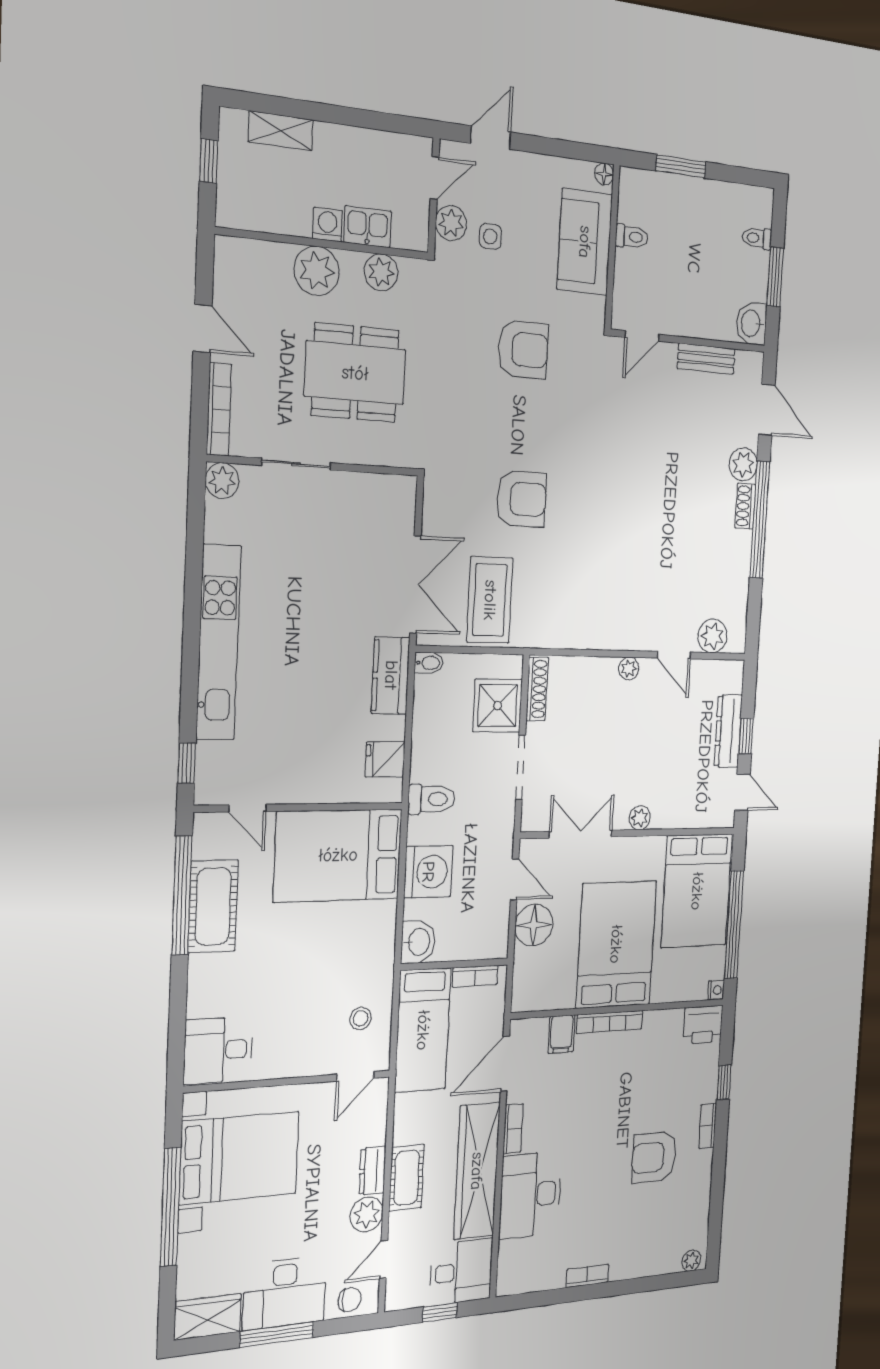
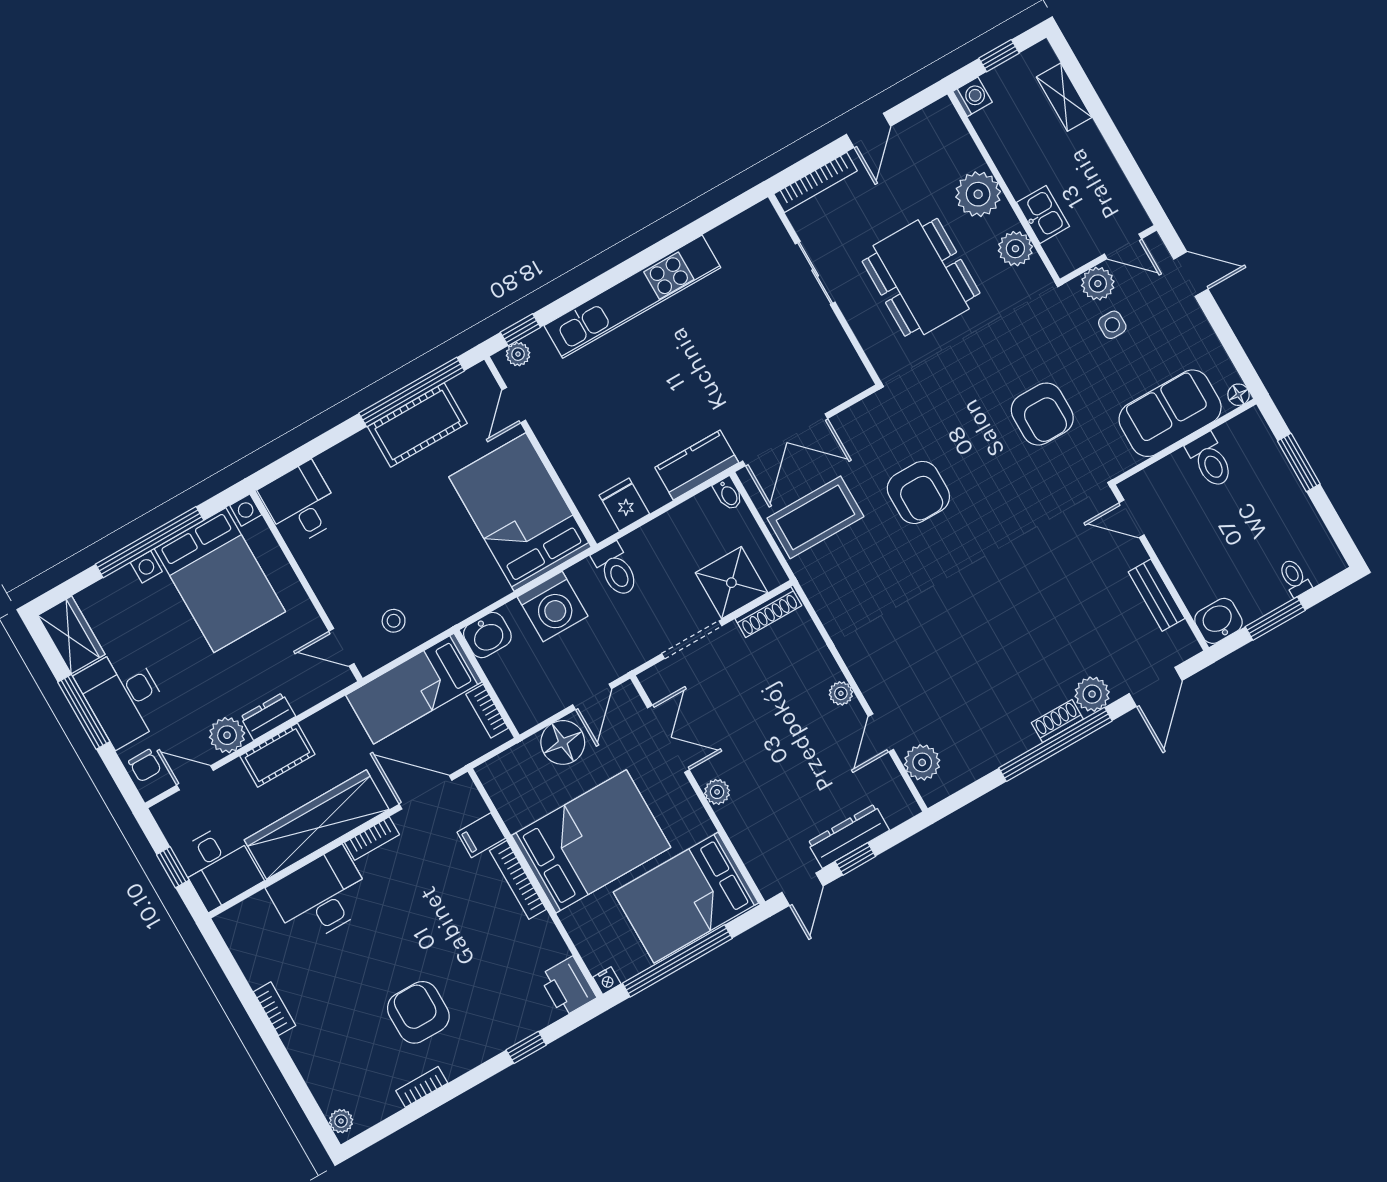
washing machine: (328, 225) -> (973, 97), moved
toilet: (632, 237) -> (1210, 460), width x1.37, depth x1.39
plant: (222, 481) -> (518, 354), moved, width x0.73, depth x0.73
bookcase: (708, 1126) -> (422, 1087), moved

